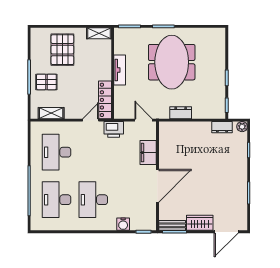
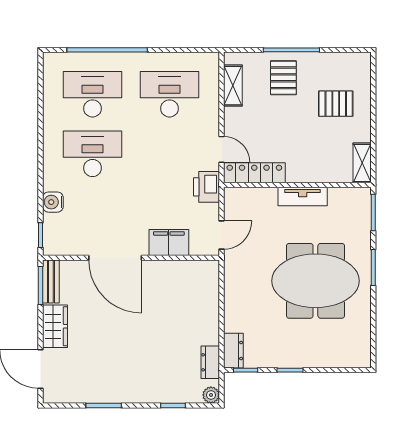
pallet: (62, 50) -> (336, 104), width x0.67, depth x0.71
dresser: (181, 113) -> (233, 351), moved

